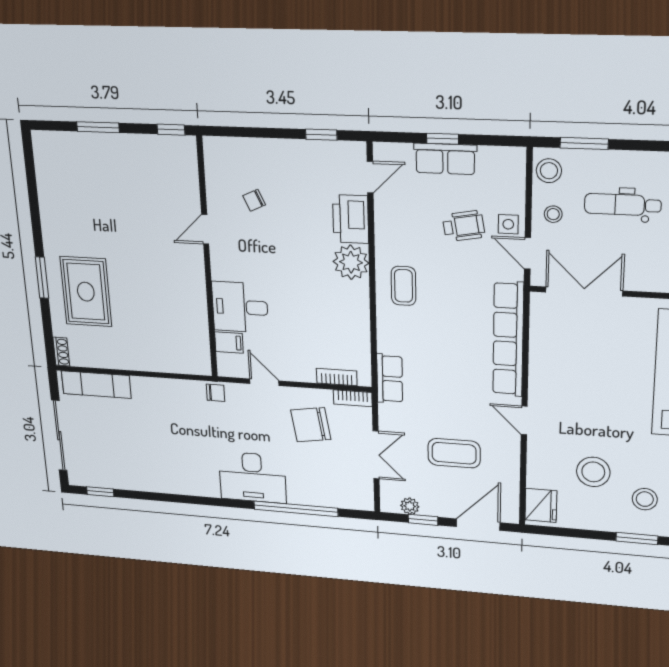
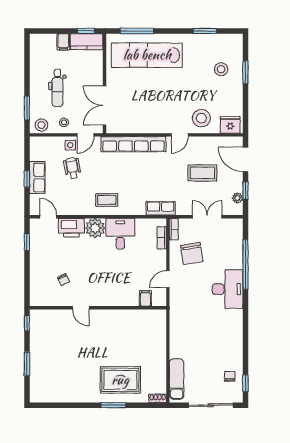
desk: (240, 307) -> (120, 234), moved, turned 180
chair: (215, 393) -> (230, 376), moved
coffee table: (454, 453) -> (202, 173), turned 90
stool: (593, 472) -> (201, 118), moved

